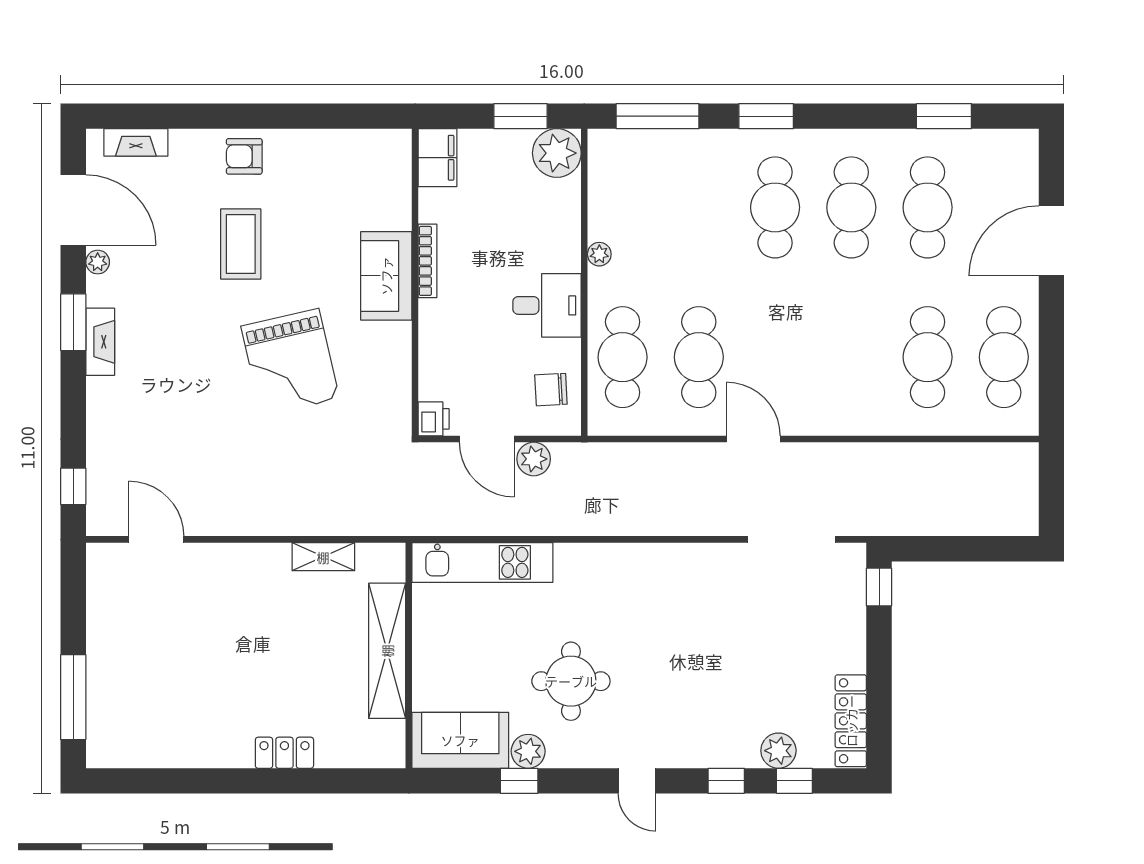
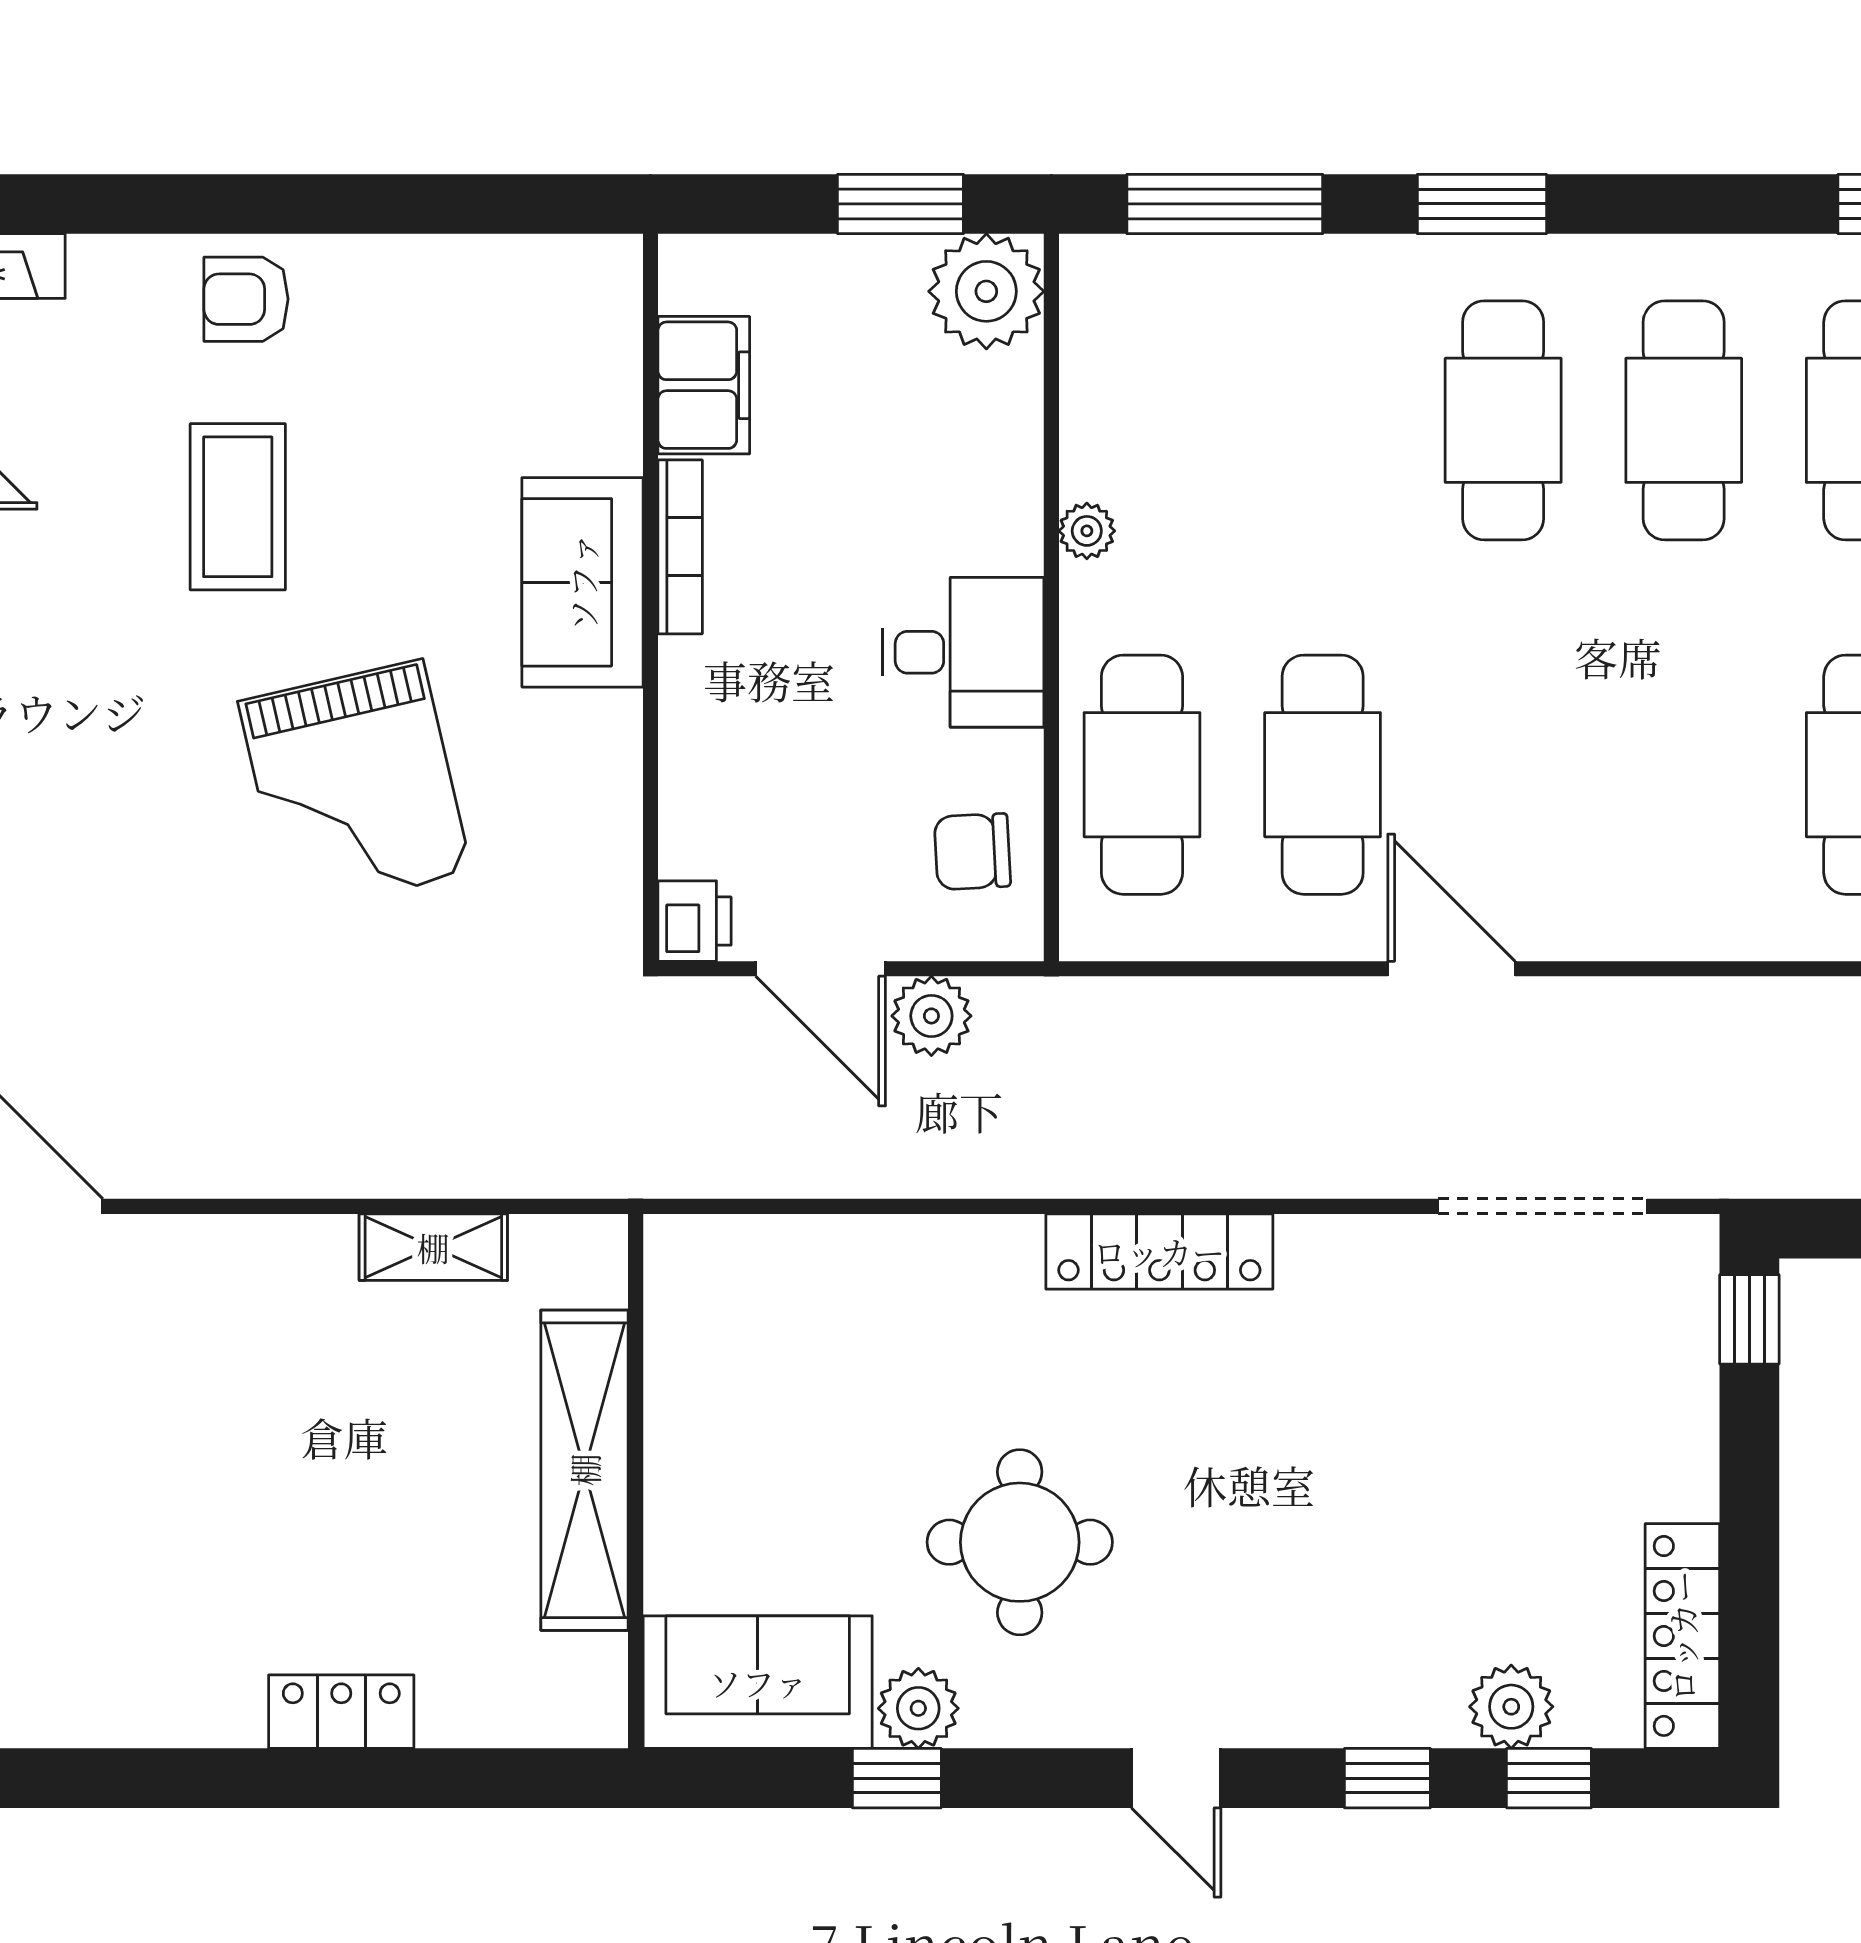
filing cabinet: (437, 158) -> (704, 385), moved
locker: (630, 558) -> (1159, 1251), added
kitchen unit: (482, 562) -> (810, 1261), removed

